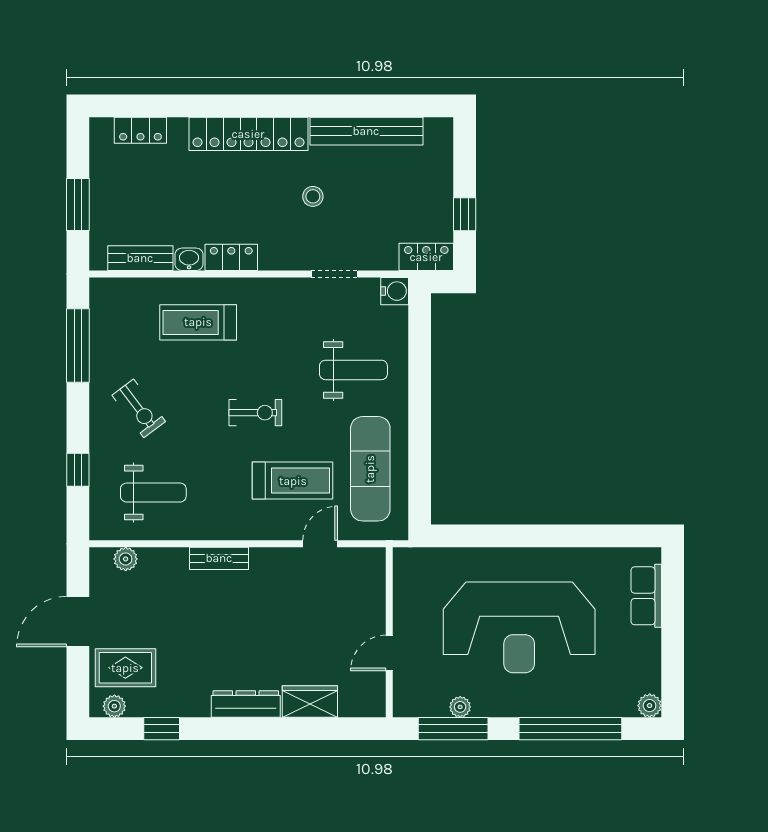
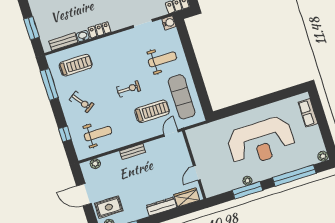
treadmill: (198, 322) -> (76, 65), moved, turned 180
door: (78, 621) -> (84, 195), hinge flipped
wall: (389, 632) -> (194, 165), moved
door: (389, 653) -> (197, 173), moved

